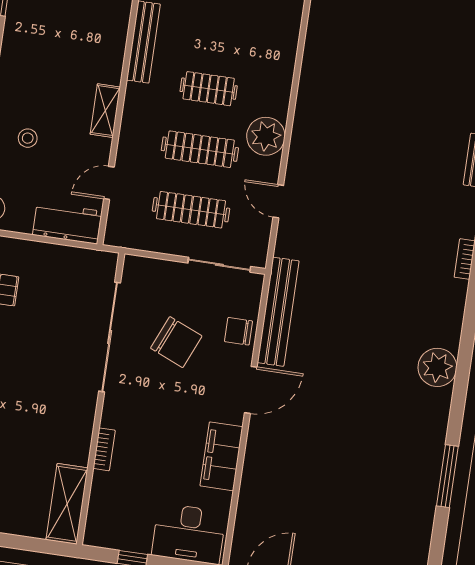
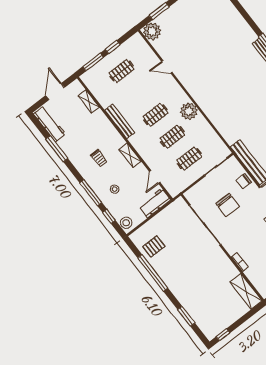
trolley: (53, 66) -> (99, 158), added
clothes rail: (200, 149) -> (172, 137), width x0.73
door: (278, 201) -> (167, 67), moved
clothes rail: (191, 210) -> (189, 159), width x0.73
chair: (176, 342) -> (228, 205), turned 67

